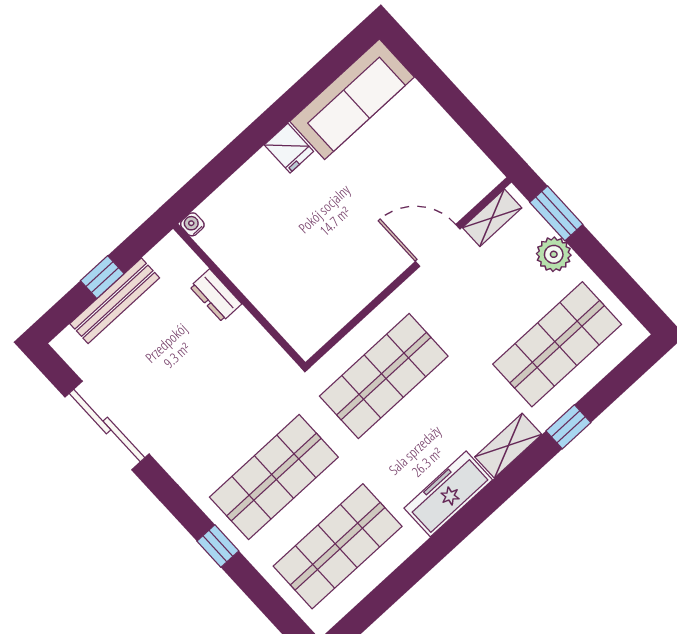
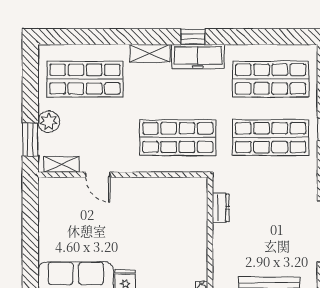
door: (438, 245) -> (98, 175), width x0.73
dresser: (216, 295) -> (221, 208), moved
window: (568, 427) -> (193, 37), moved

